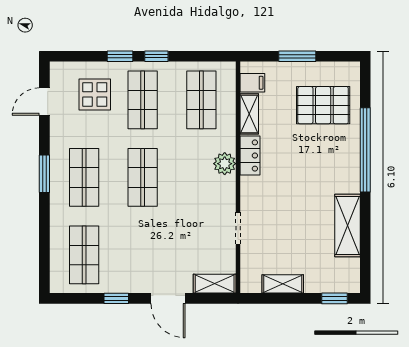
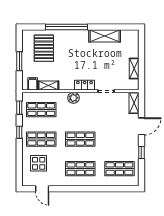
window: (120, 56) -> (19, 108), moved
locker: (250, 156) -> (85, 85), moved
window: (44, 174) -> (79, 189), removed
window: (335, 298) -> (141, 42), removed

